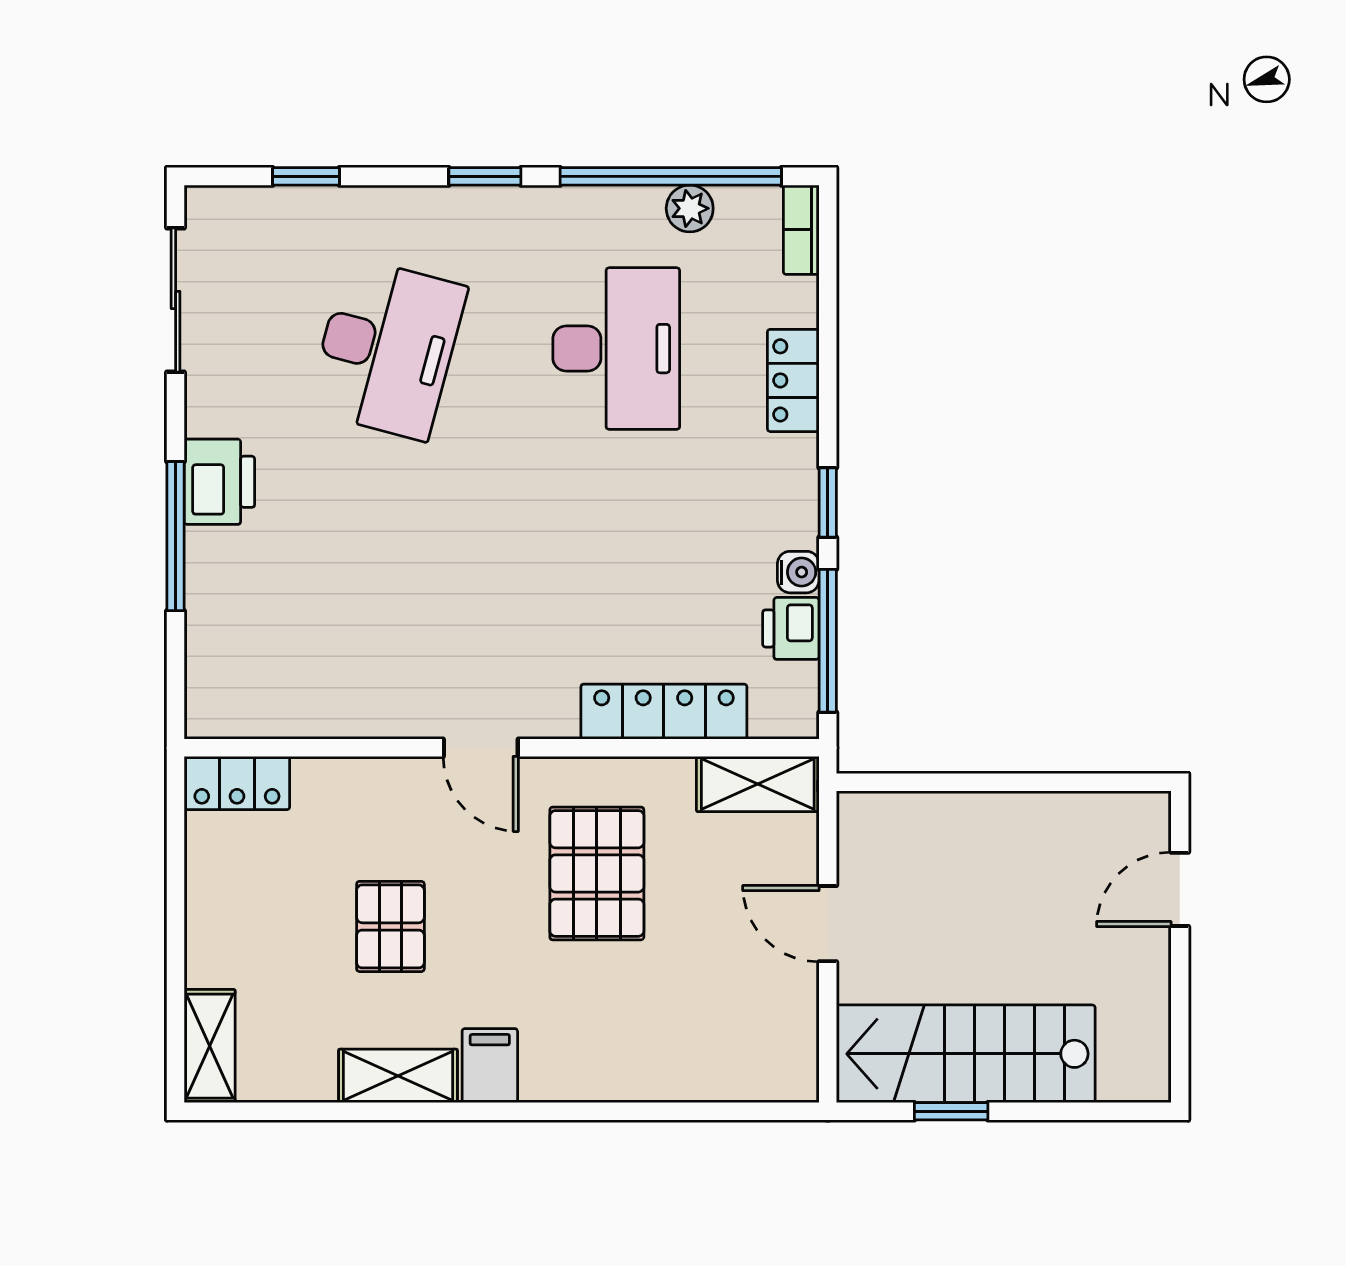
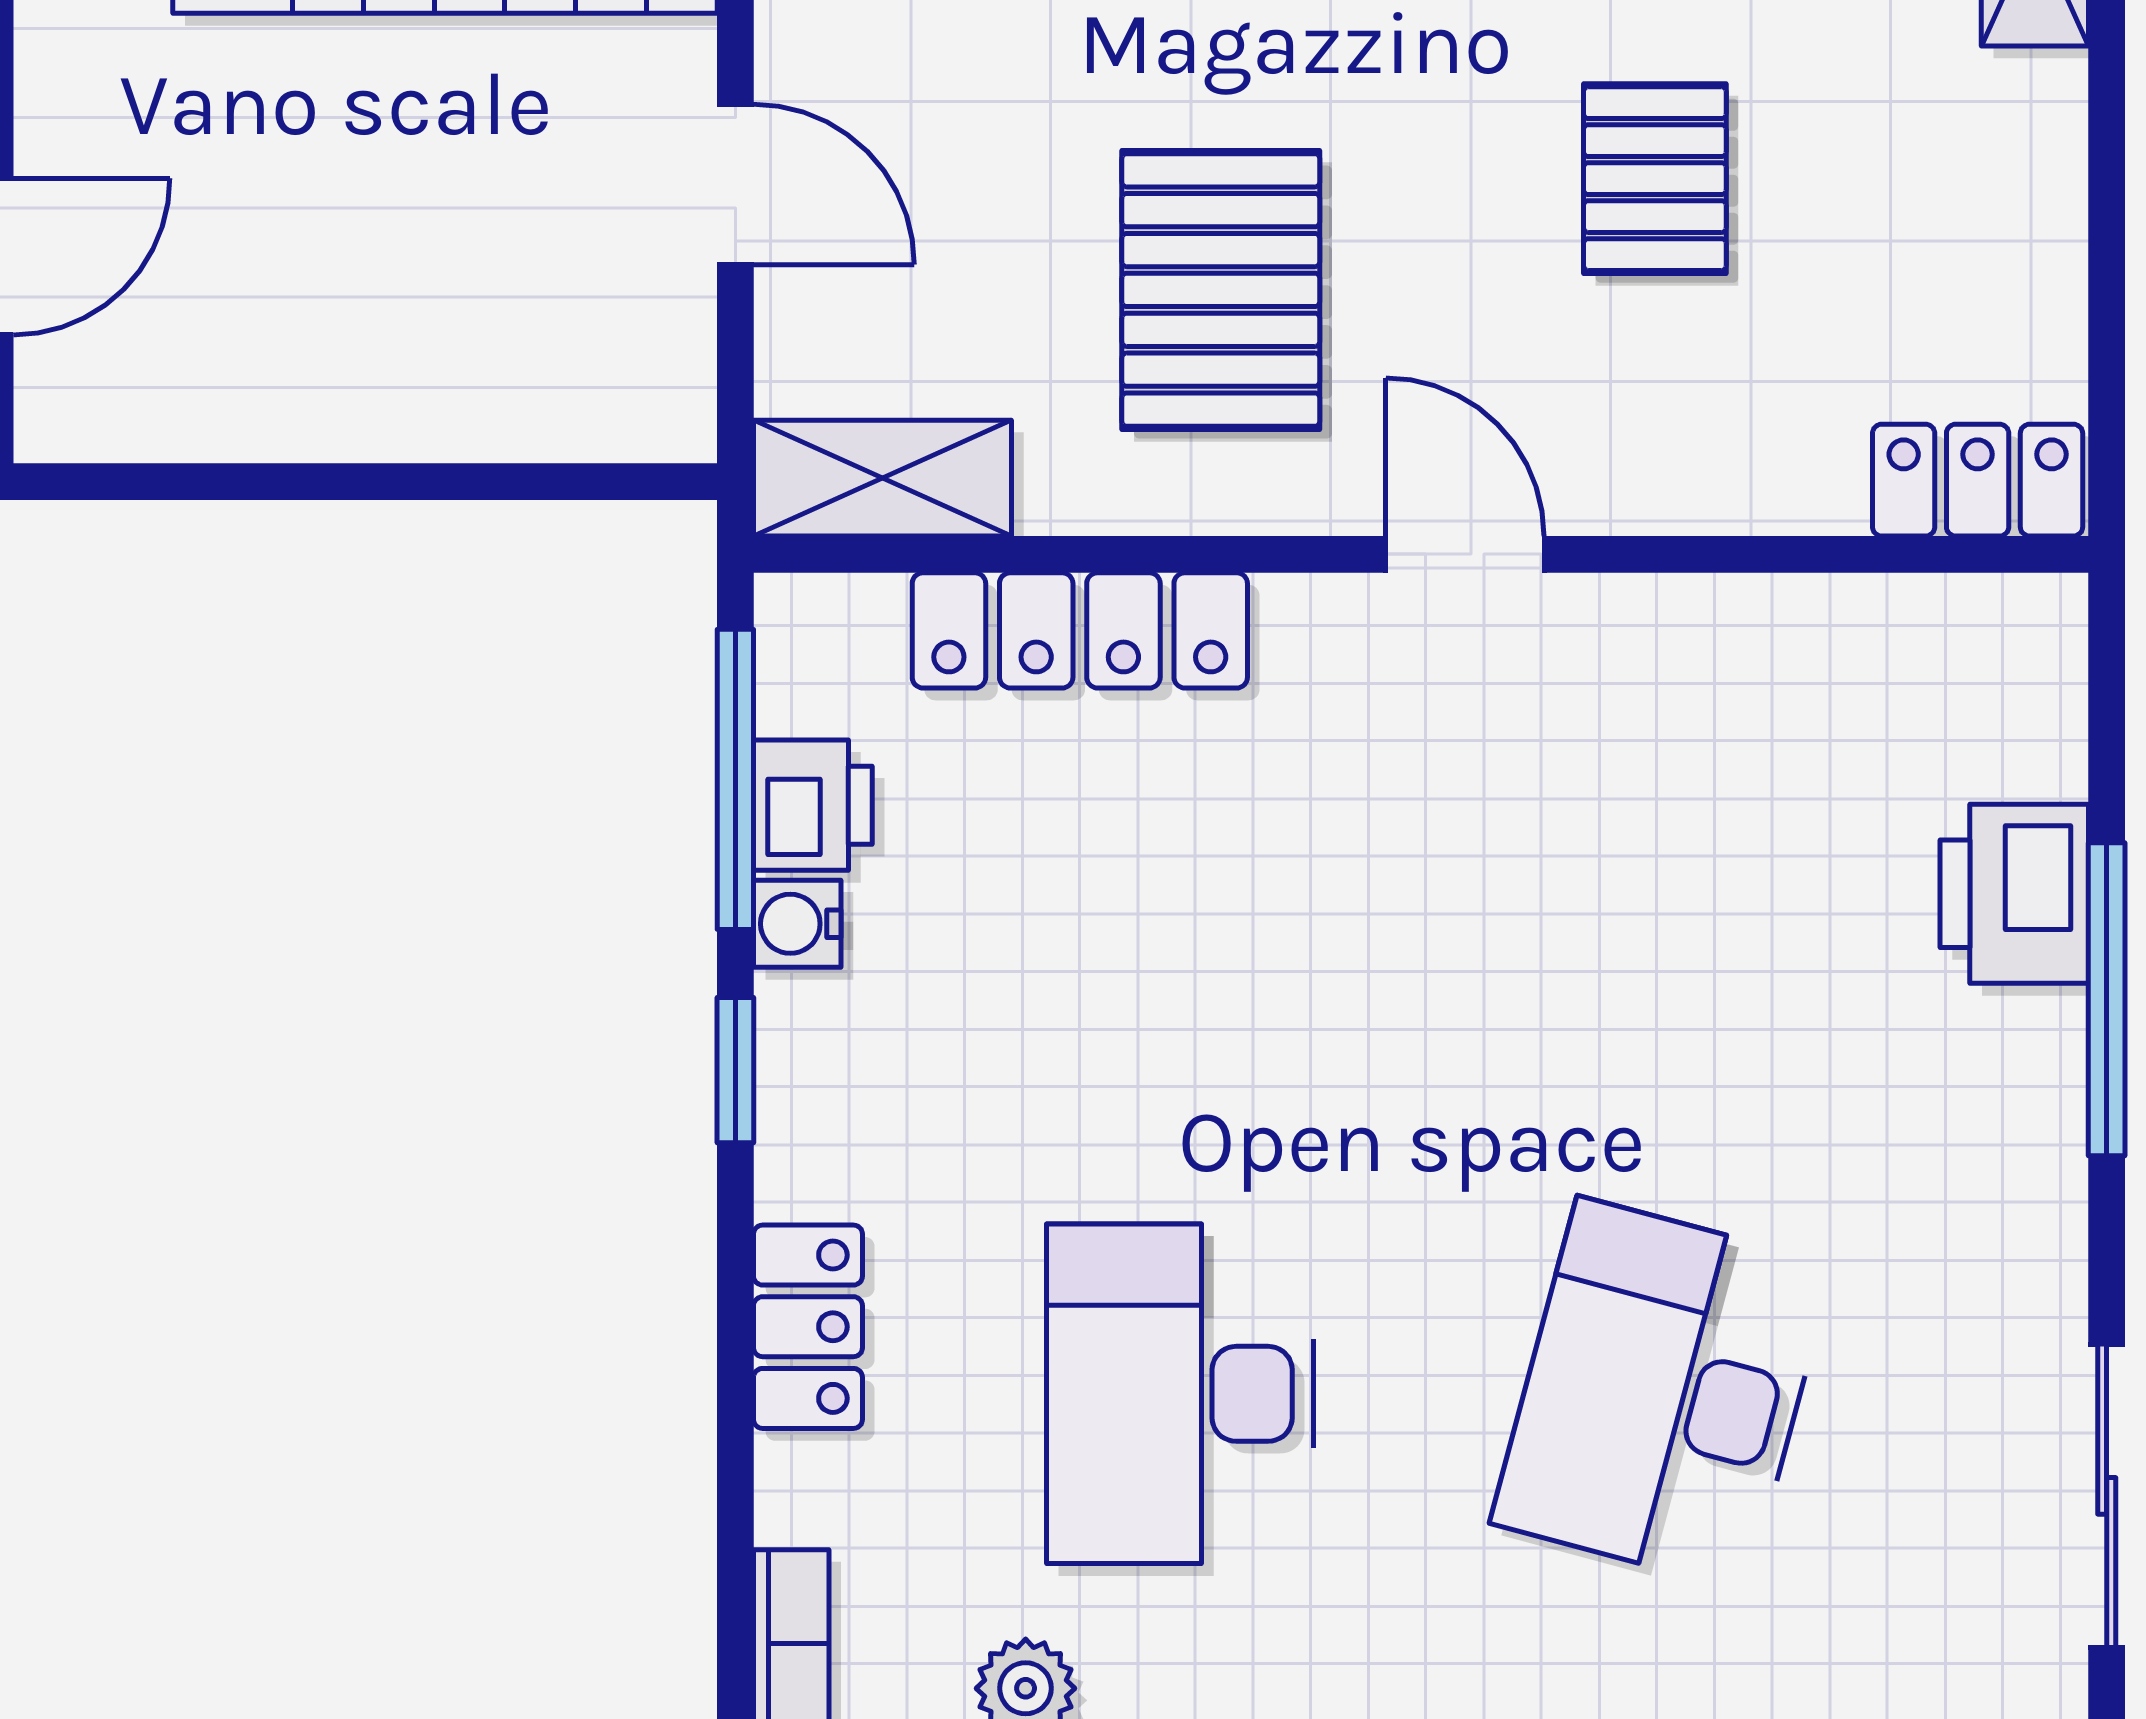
printer: (219, 482) -> (2014, 894), moved

